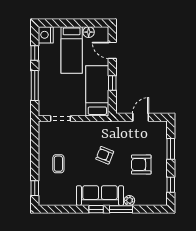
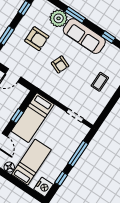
plant: (129, 200) -> (59, 18), width x1.88, depth x1.88
window: (96, 209) -> (108, 37), moved

